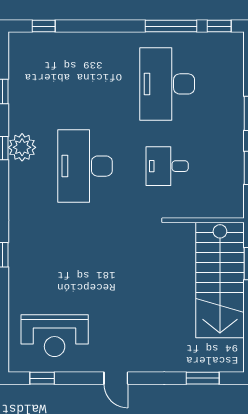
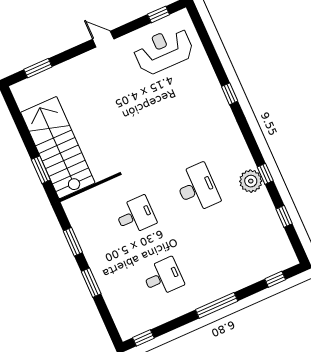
window: (171, 26) -> (217, 305), moved
desk: (167, 84) -> (163, 277), width x0.53, depth x0.77
desk: (85, 166) -> (197, 188), width x0.73, depth x0.77

